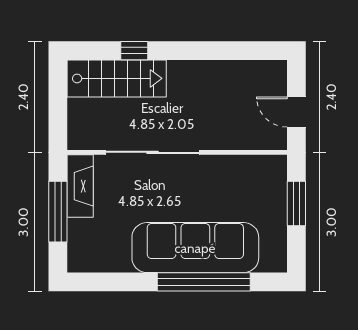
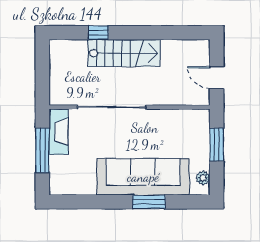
stairs: (117, 78) -> (124, 53), moved
plant: (277, 249) -> (203, 178), added
window: (204, 282) -> (149, 202), width x0.47

